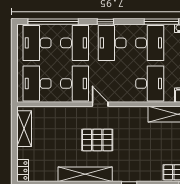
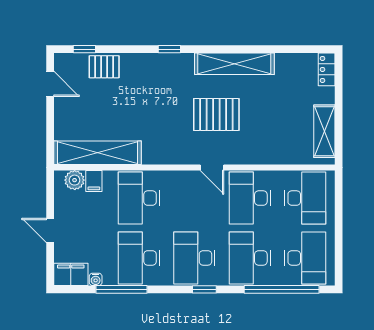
desk: (112, 43) -> (194, 258), turned 180

